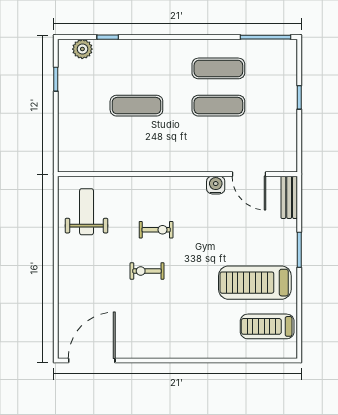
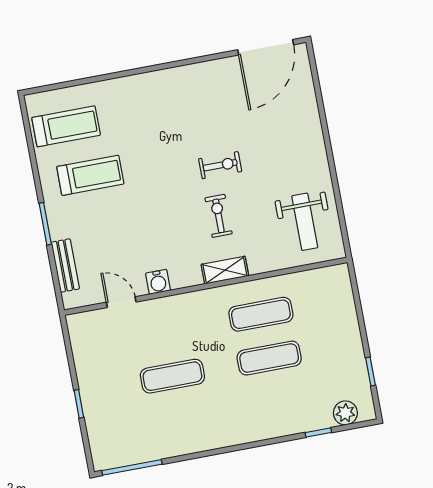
exercise mat: (218, 68) -> (261, 314), moved
door: (249, 174) -> (121, 302), width x0.73
shelving: (159, 184) -> (225, 270), added
bench: (289, 197) -> (65, 266), moved
exercise bike: (156, 230) -> (219, 216), turned 90
treadmill: (255, 283) -> (90, 175), width x0.73, depth x0.73

